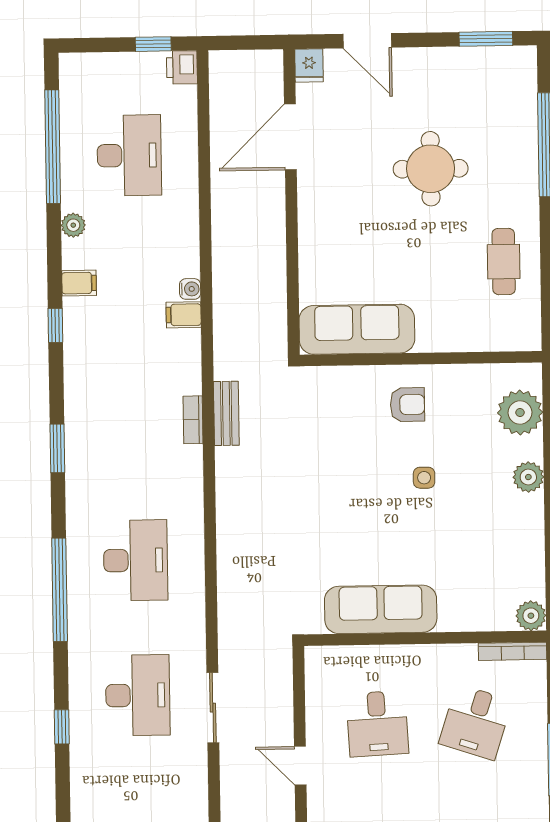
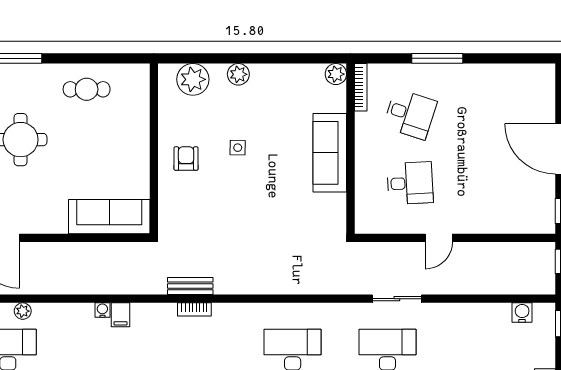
plant: (187, 176) -> (23, 311), added
sofa: (357, 329) -> (109, 217), moved, turned 90
sofa: (381, 609) -> (330, 153), moved

